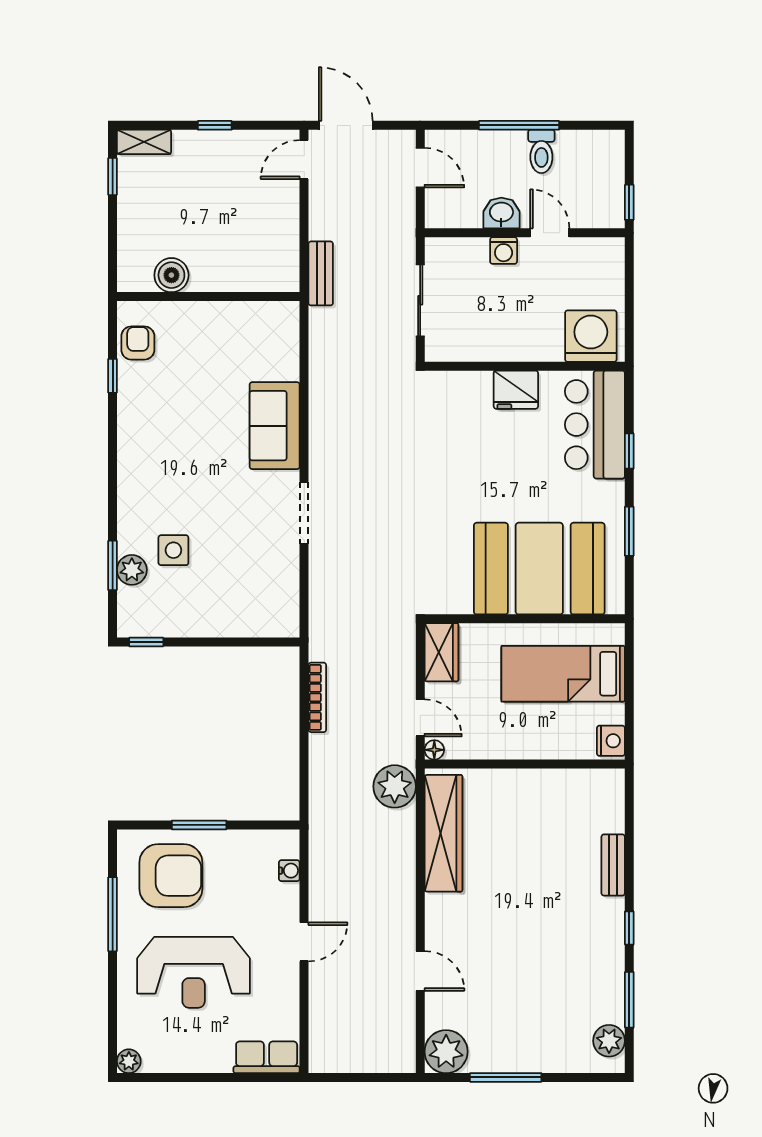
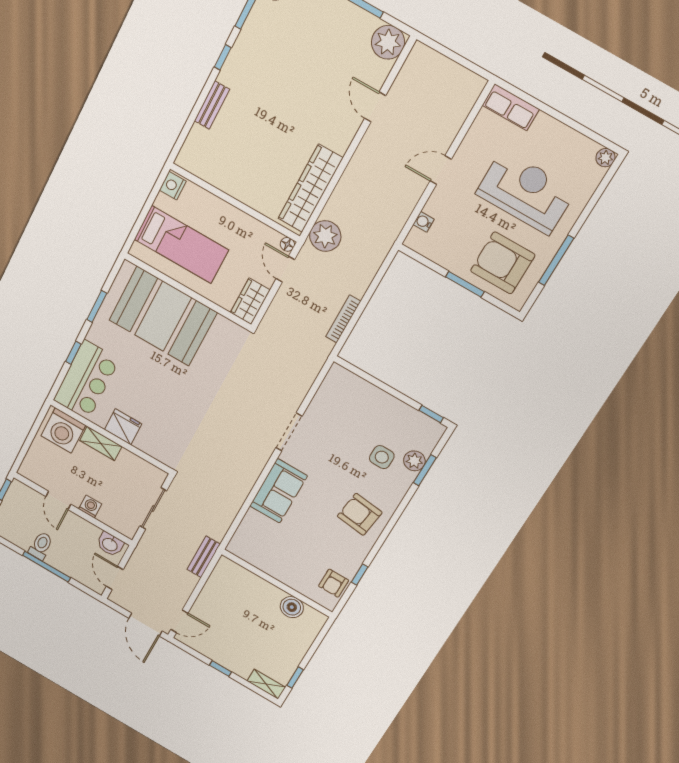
washbasin: (501, 213) -> (110, 544), moved
shelving: (533, 349) -> (101, 443), added
armchair: (158, 458) -> (360, 514), added

